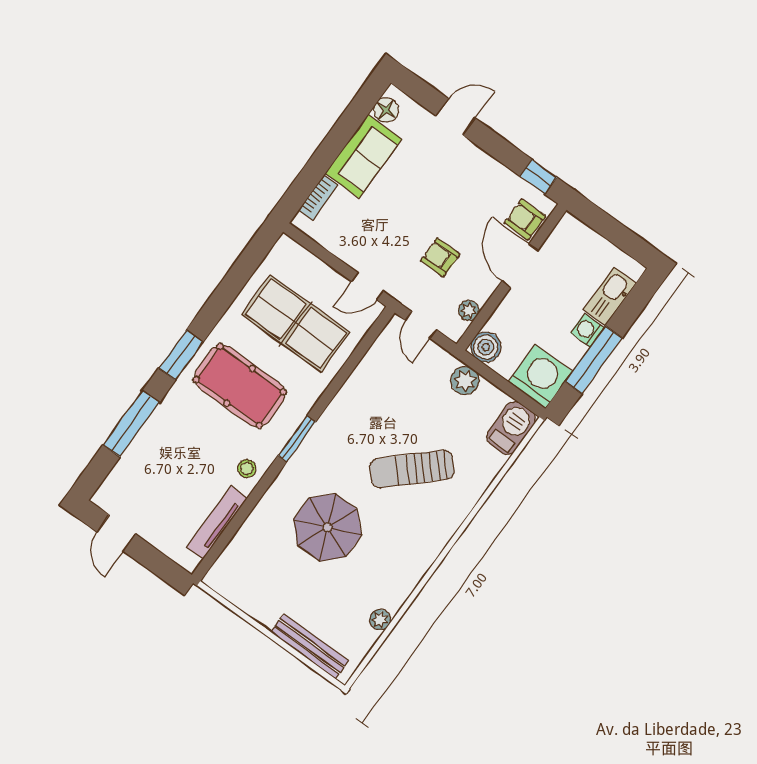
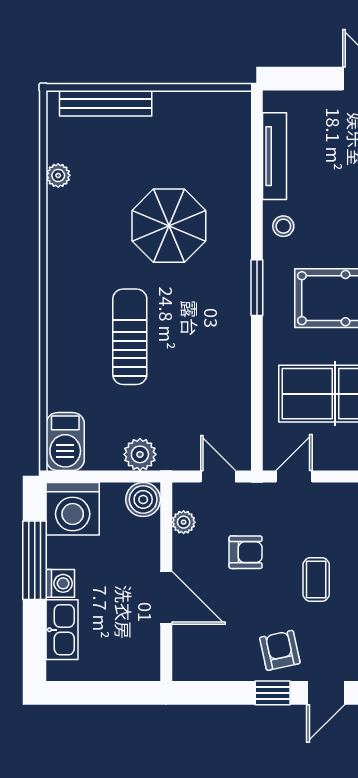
window: (538, 177) -> (273, 693), moved
coffee table: (404, 202) -> (316, 579), added
armchair: (525, 220) -> (280, 650), moved, turned -102
sun lounger: (412, 469) -> (130, 337), turned -47

